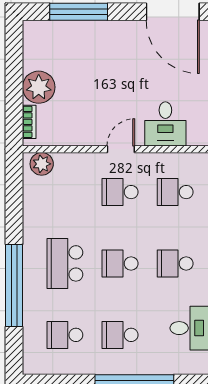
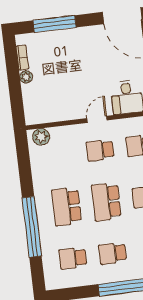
plant: (39, 87) -> (26, 77), width x0.53, depth x0.53
bookcase: (29, 122) -> (22, 58), moved
school desk: (120, 263) -> (106, 202), width x1.85

